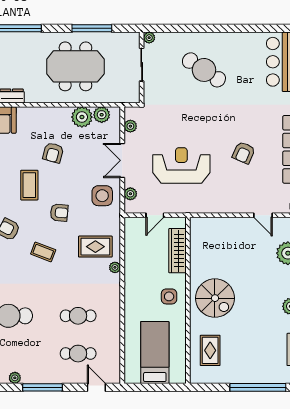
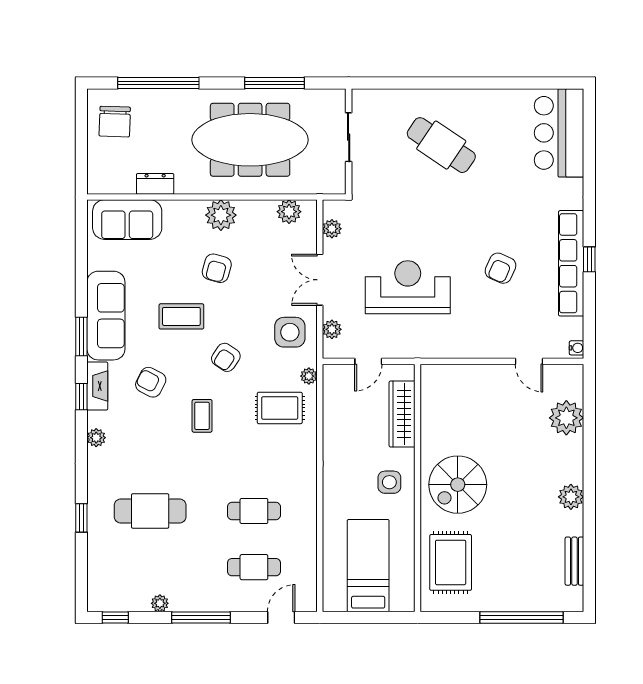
plant: (149, 38) -> (360, 97), removed
meeting table: (75, 66) -> (250, 140), width x1.36
plant: (82, 117) -> (221, 215), moved
coffee table: (29, 185) -> (181, 316), turned 90
armchair: (59, 213) -> (226, 357), turned 119
coffee table: (43, 252) -> (202, 416), turned 69
plant: (115, 267) -> (309, 376), moved
spiral stairs: (215, 298) -> (458, 485), turned 90
rug: (210, 350) -> (451, 562), width x1.36, depth x1.43
door: (96, 387) -> (281, 617), hinge flipped

